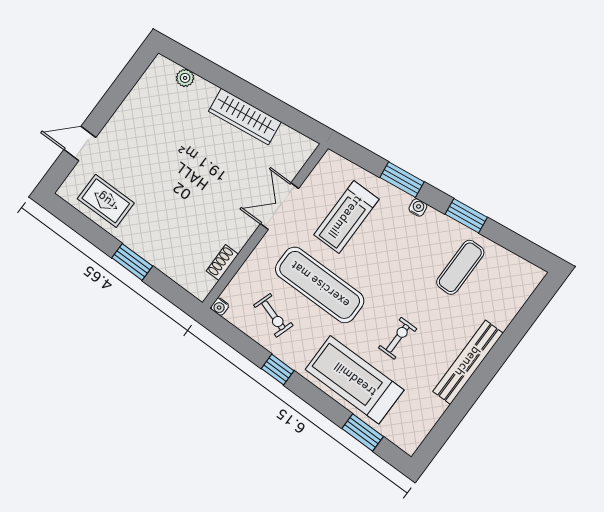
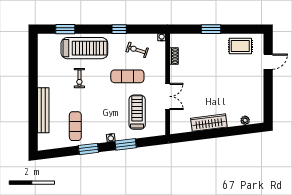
exercise mat: (320, 285) -> (127, 76), width x0.73, depth x0.69
bench: (468, 362) -> (43, 110), moved

